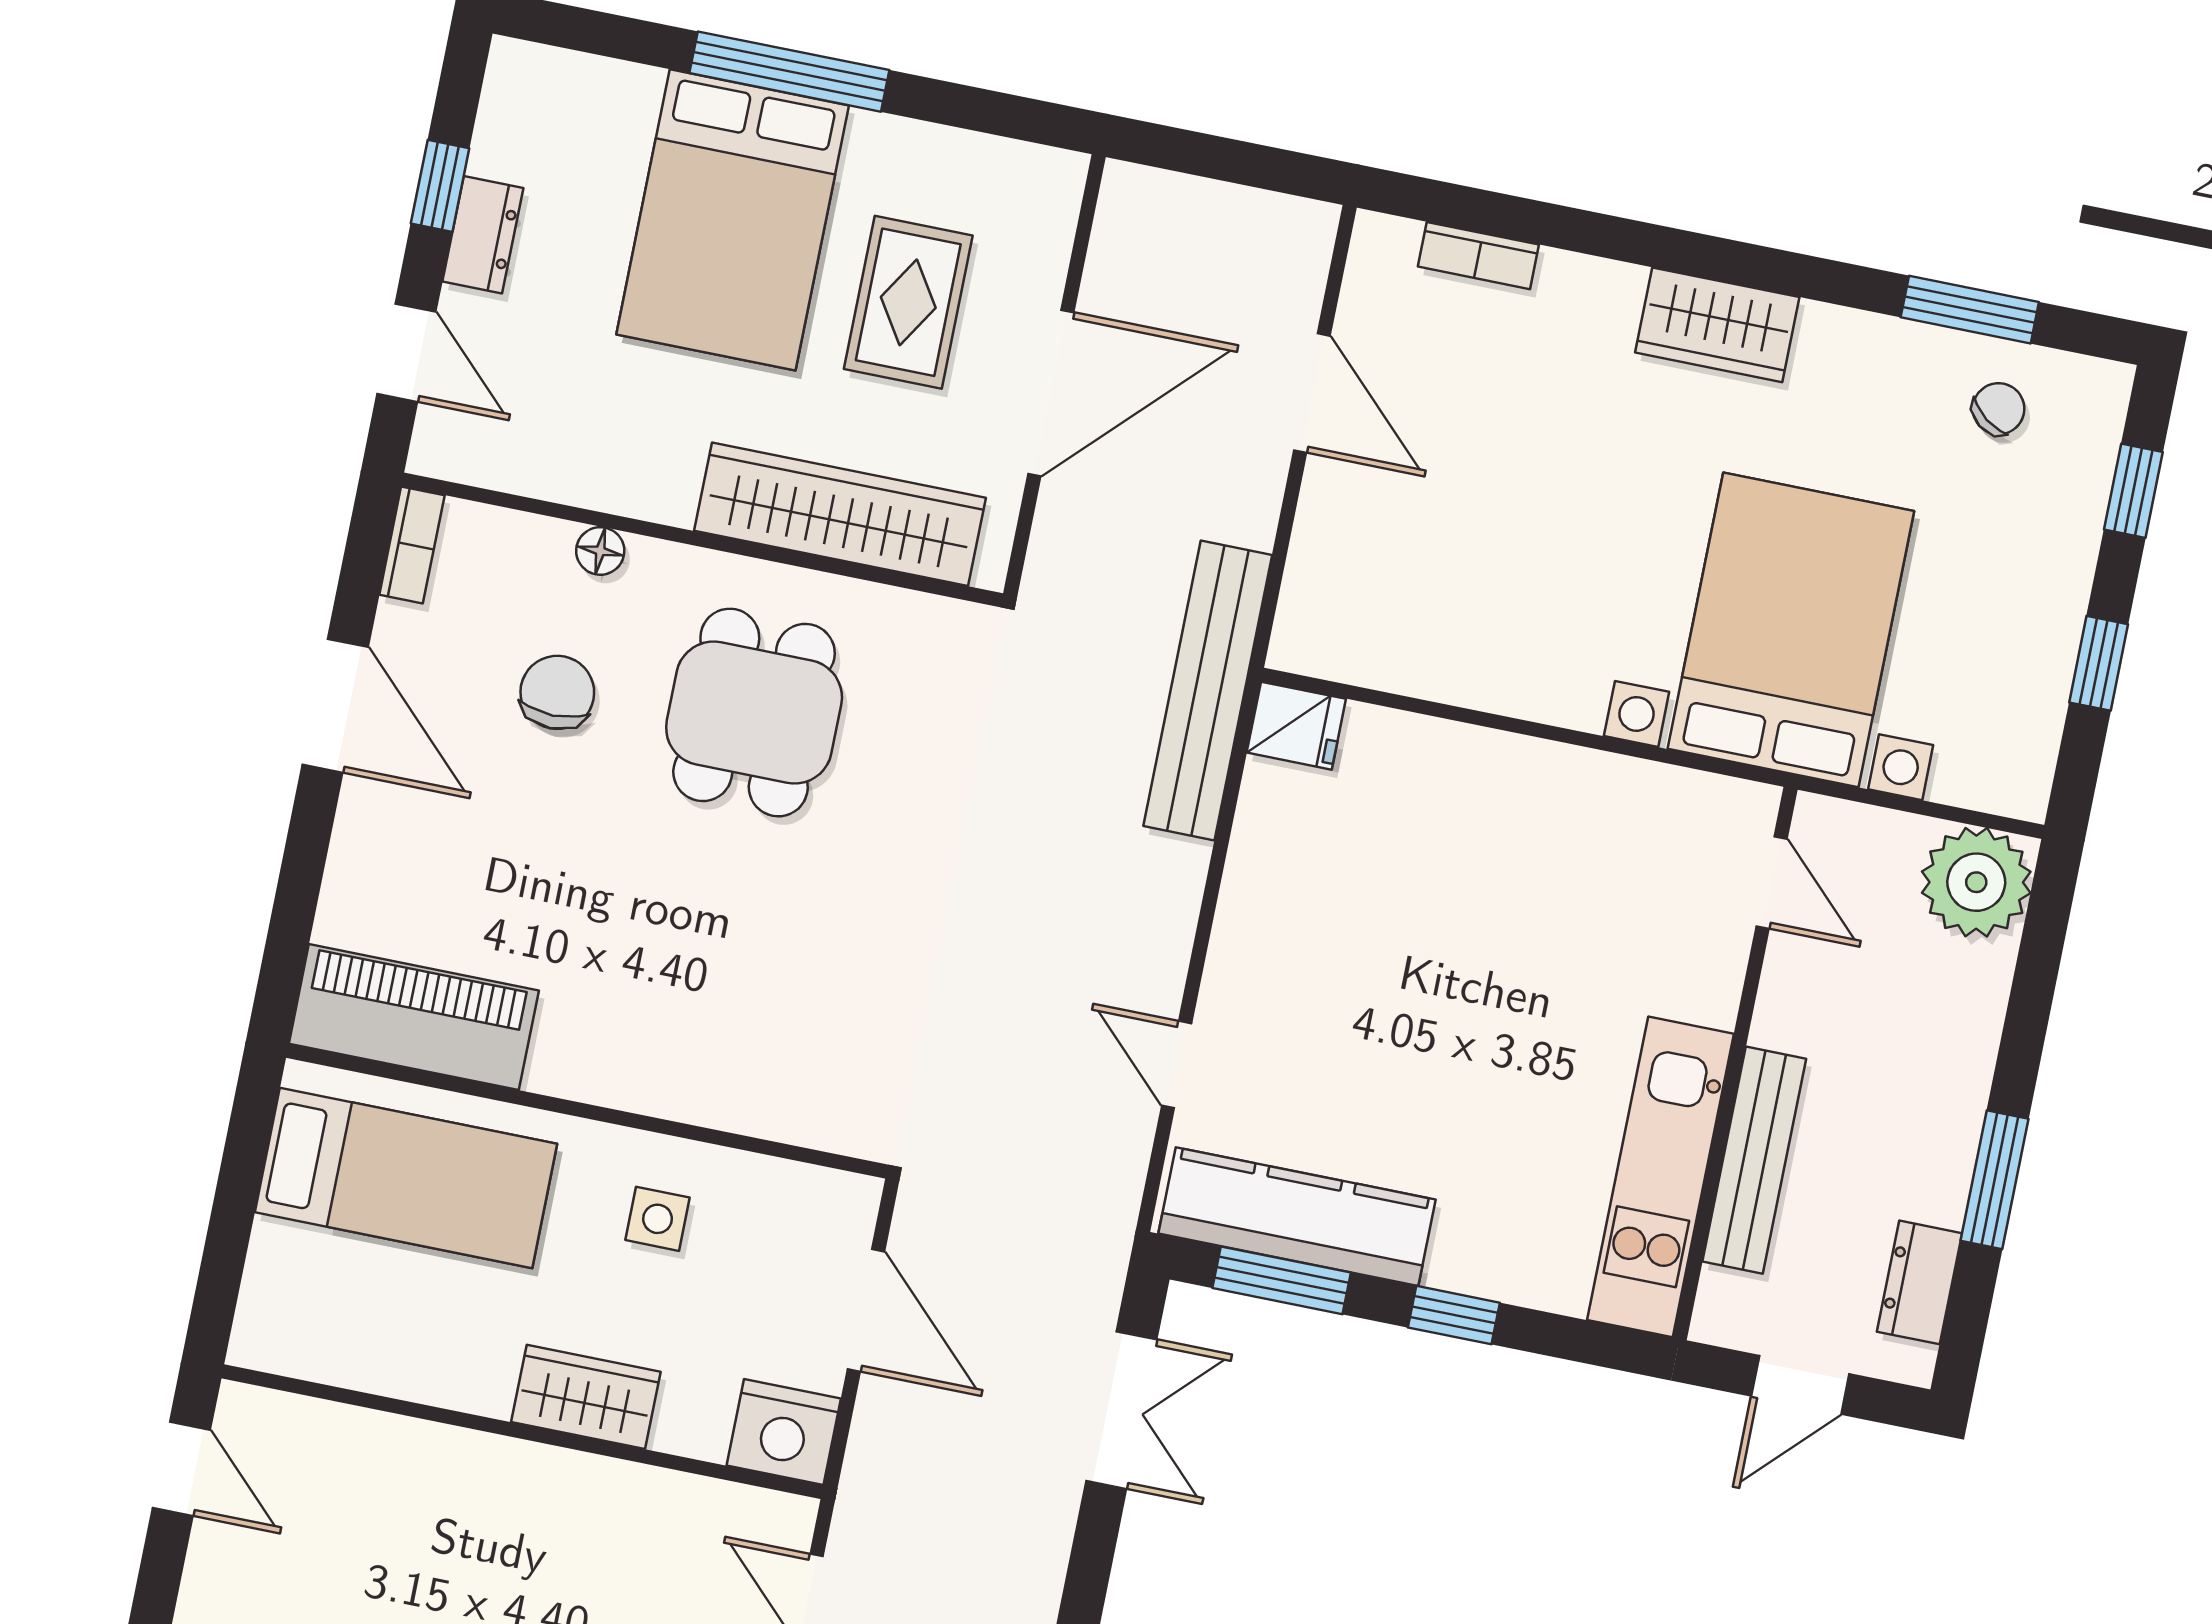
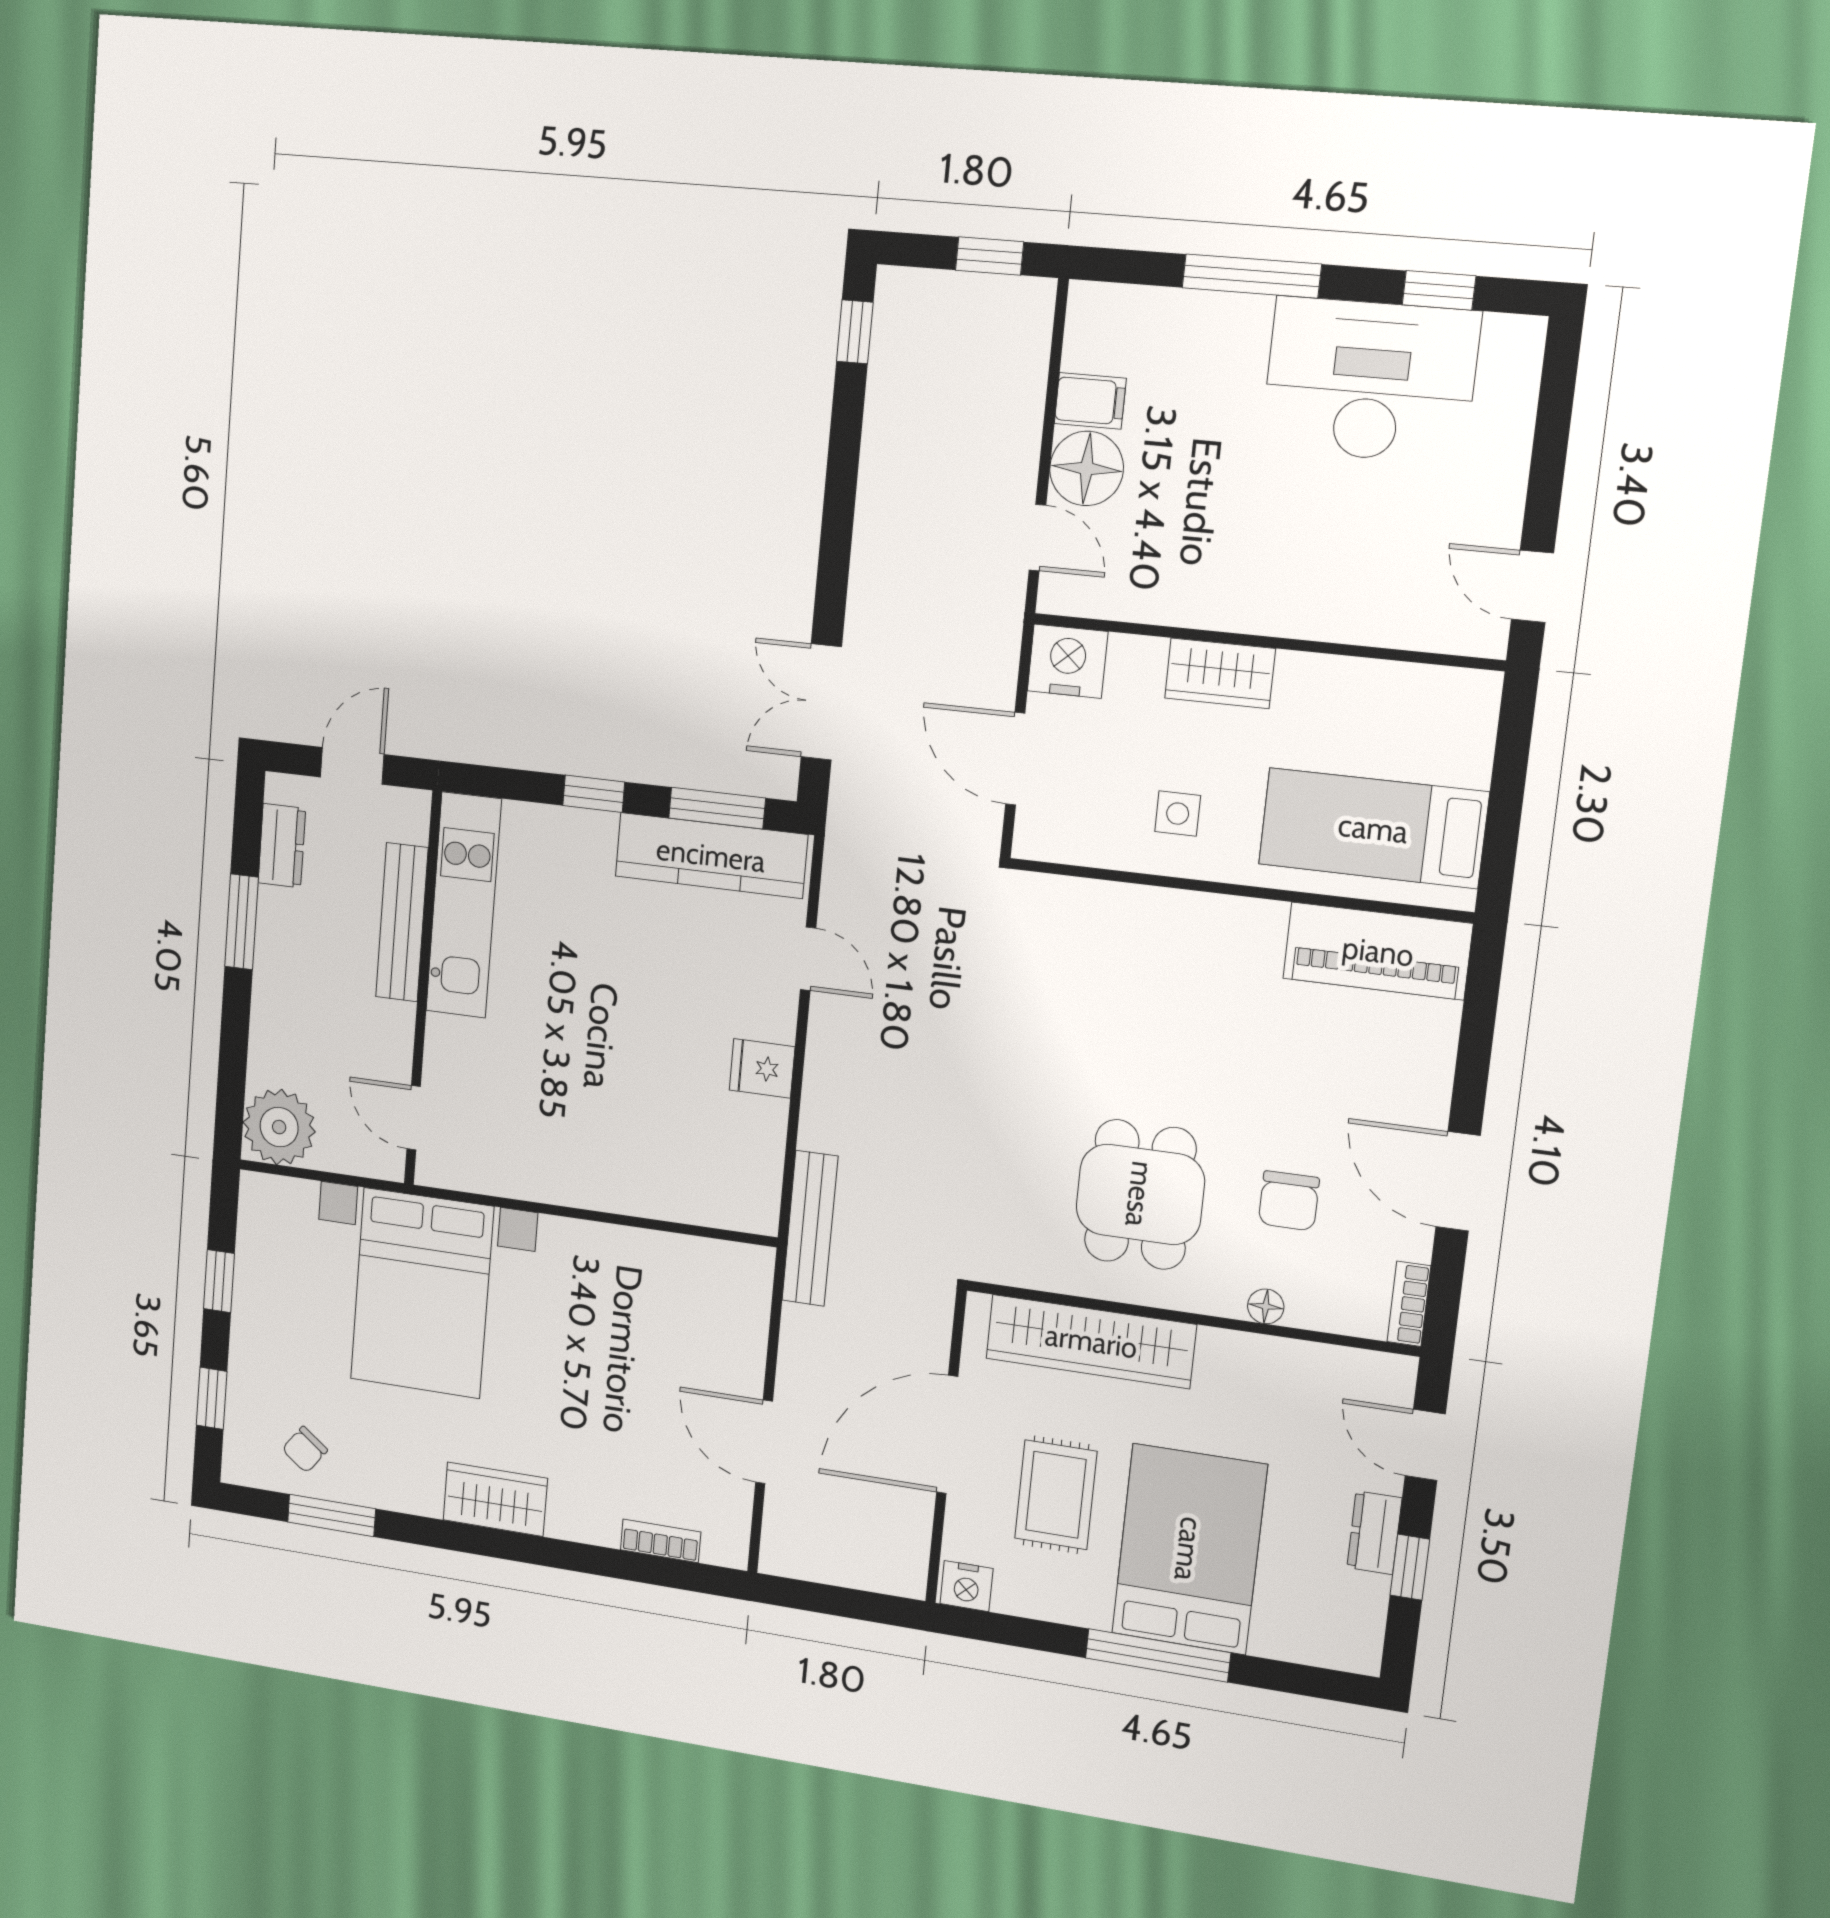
nightstand: (1046, 177) -> (966, 1586), added
bench: (1208, 691) -> (810, 1228), width x0.73, depth x0.82
fridge: (1296, 726) -> (762, 1068), moved

